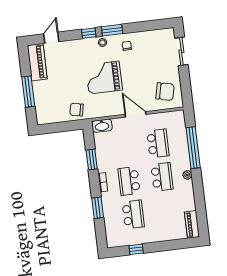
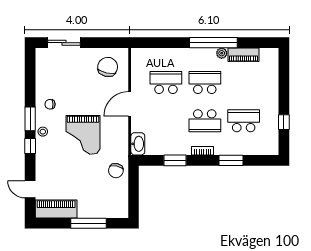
window: (193, 148) -> (213, 43), moved
plant: (187, 175) -> (222, 53), moved
piano: (192, 224) -> (243, 55), moved

